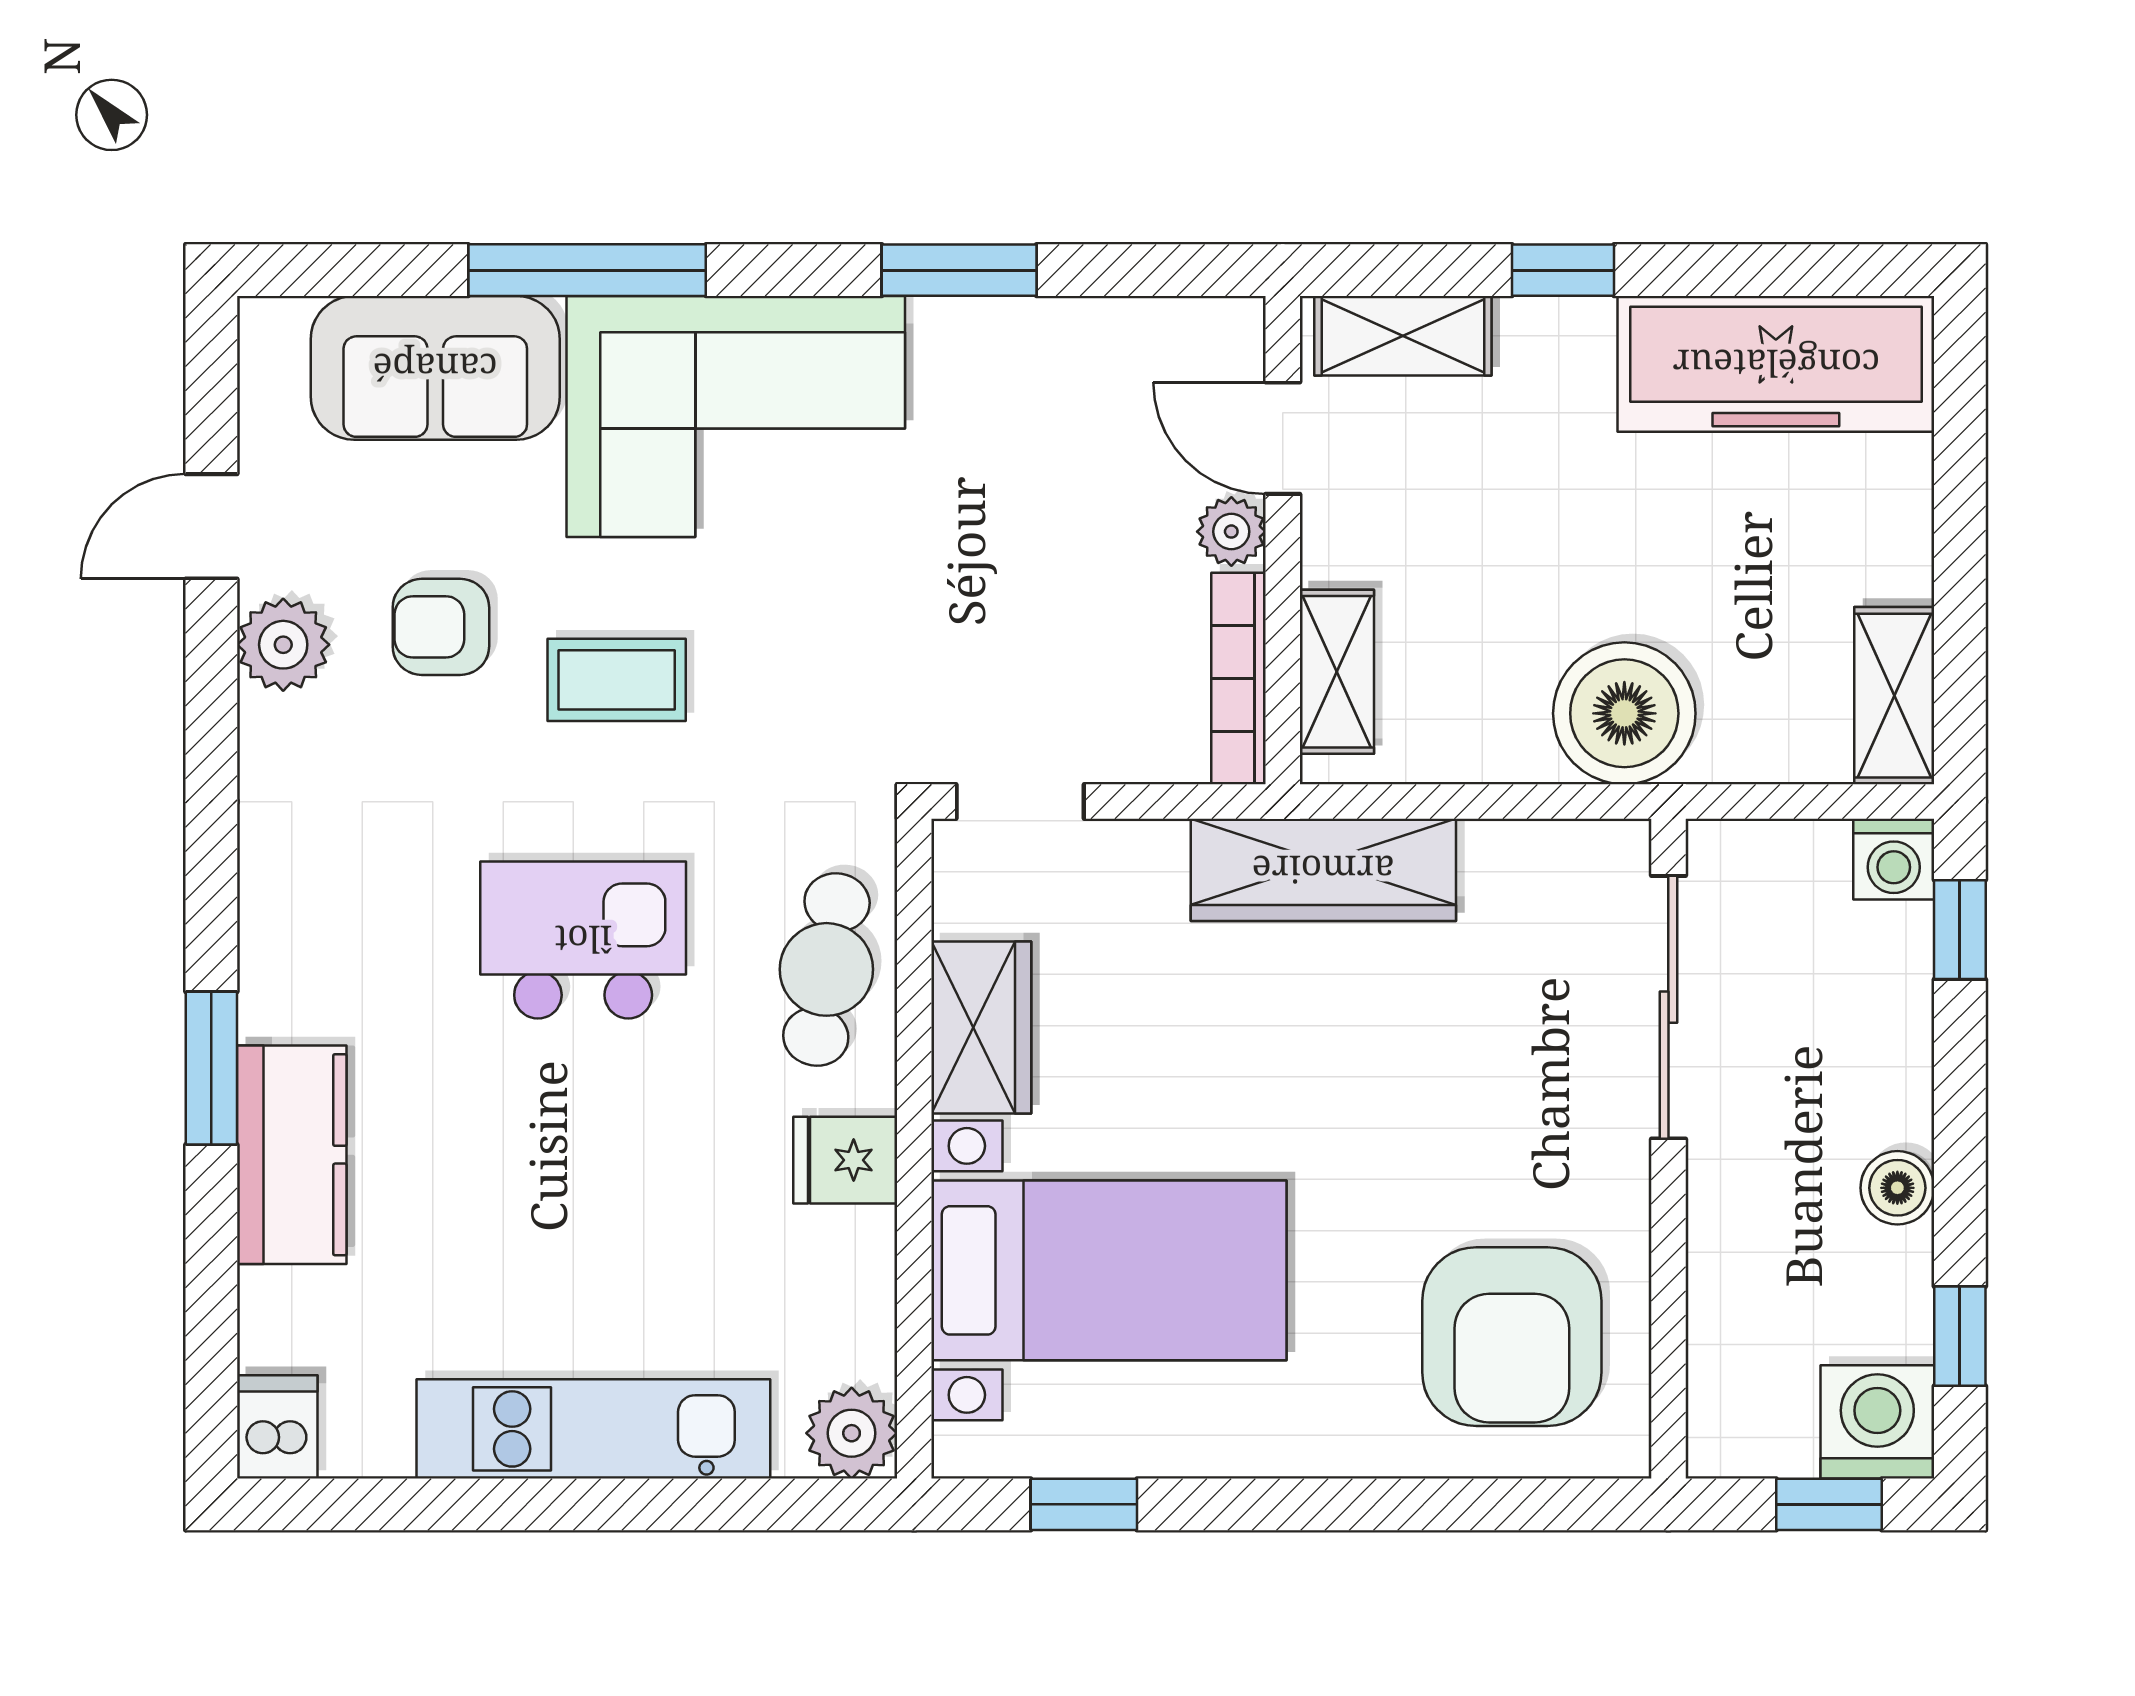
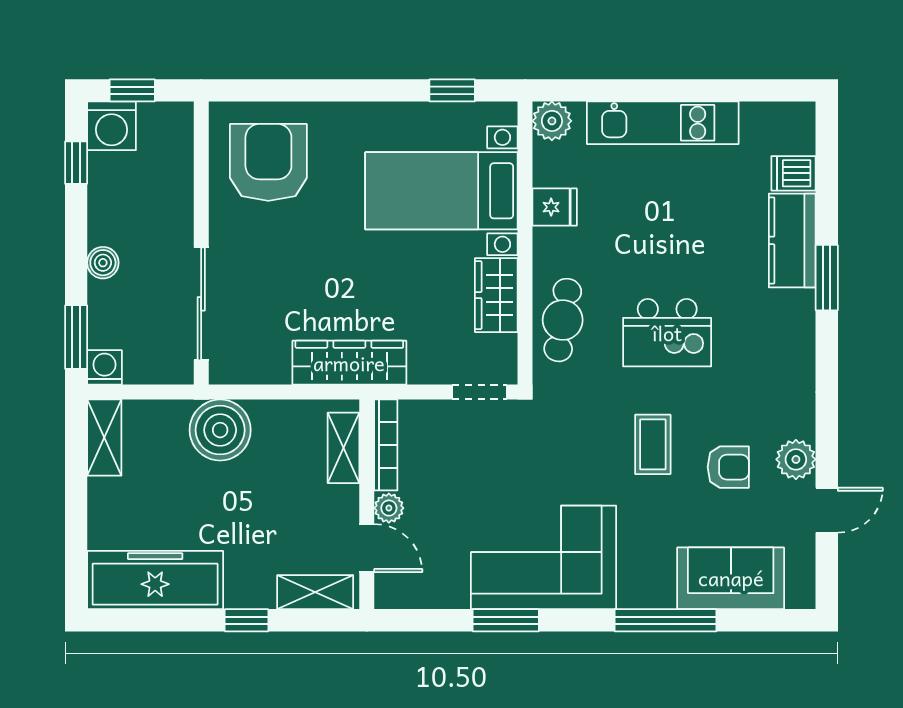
corner sofa: (736, 417) -> (544, 557), moved
coffee table: (617, 680) -> (653, 444), turned 90
window: (1960, 930) -> (76, 337), width x1.50
fridge: (845, 1160) -> (555, 207), moved
boiler: (1897, 1188) -> (103, 263), moved
dishwasher: (277, 1427) -> (793, 173), moved, turned 90

